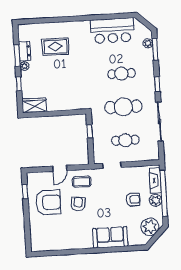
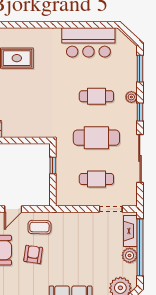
plant: (148, 43) -> (131, 97), moved
doorway: (112, 165) -> (111, 209), moved
armchair: (133, 199) -> (101, 253), removed

